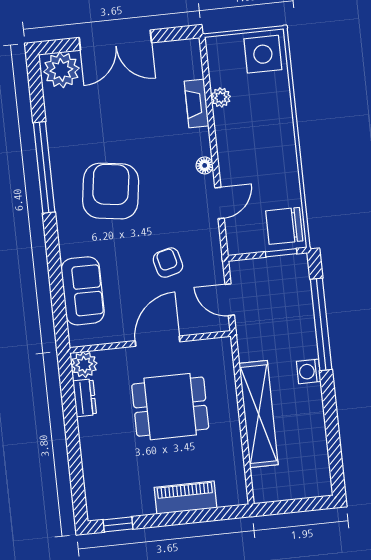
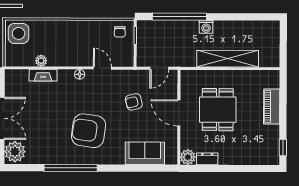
chair: (284, 226) -> (120, 32), width x0.54, depth x0.54

